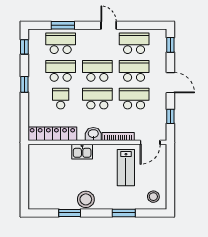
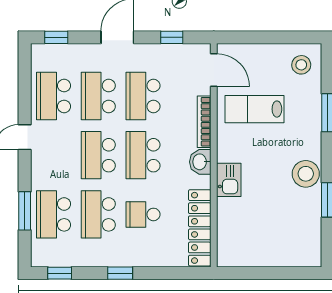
lab bench: (126, 168) -> (255, 109), turned 180

